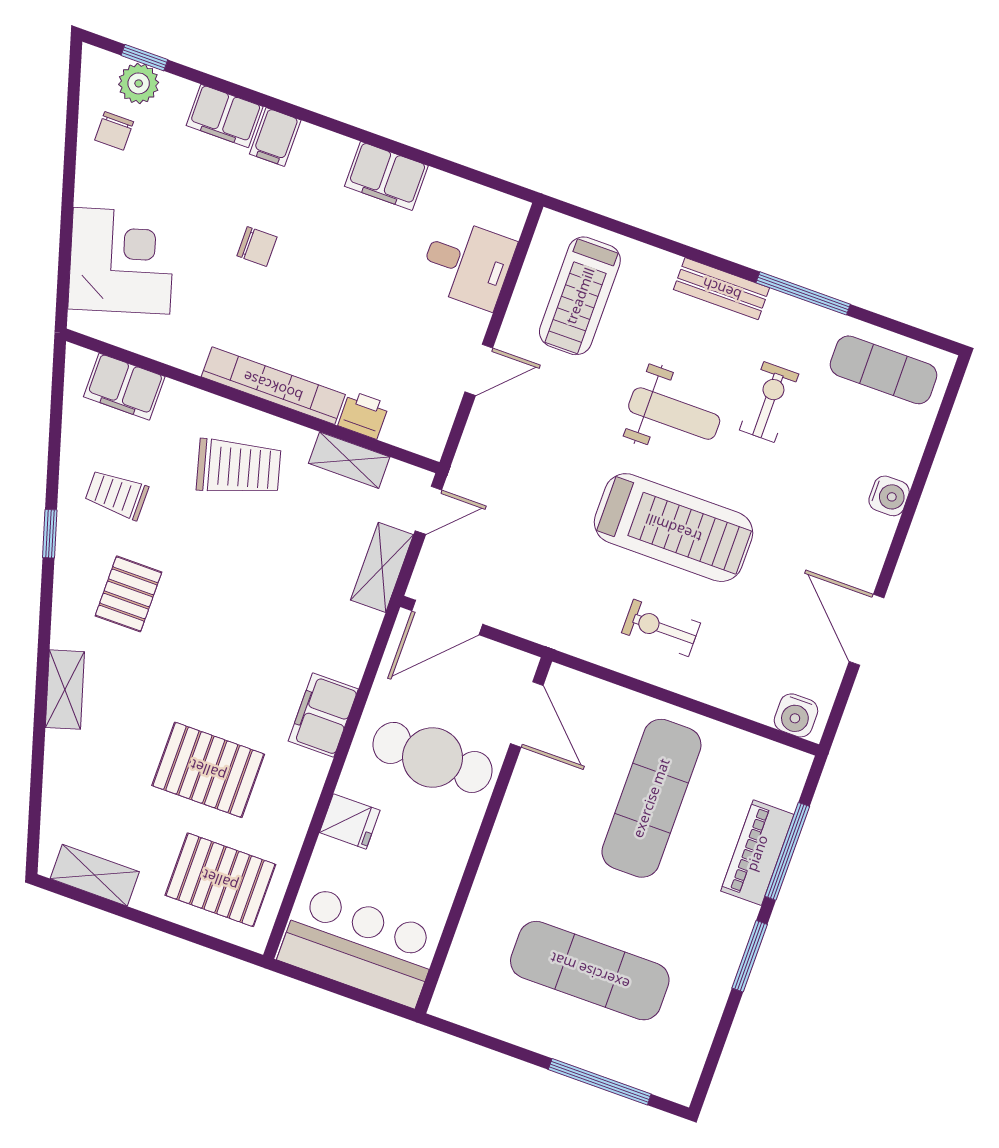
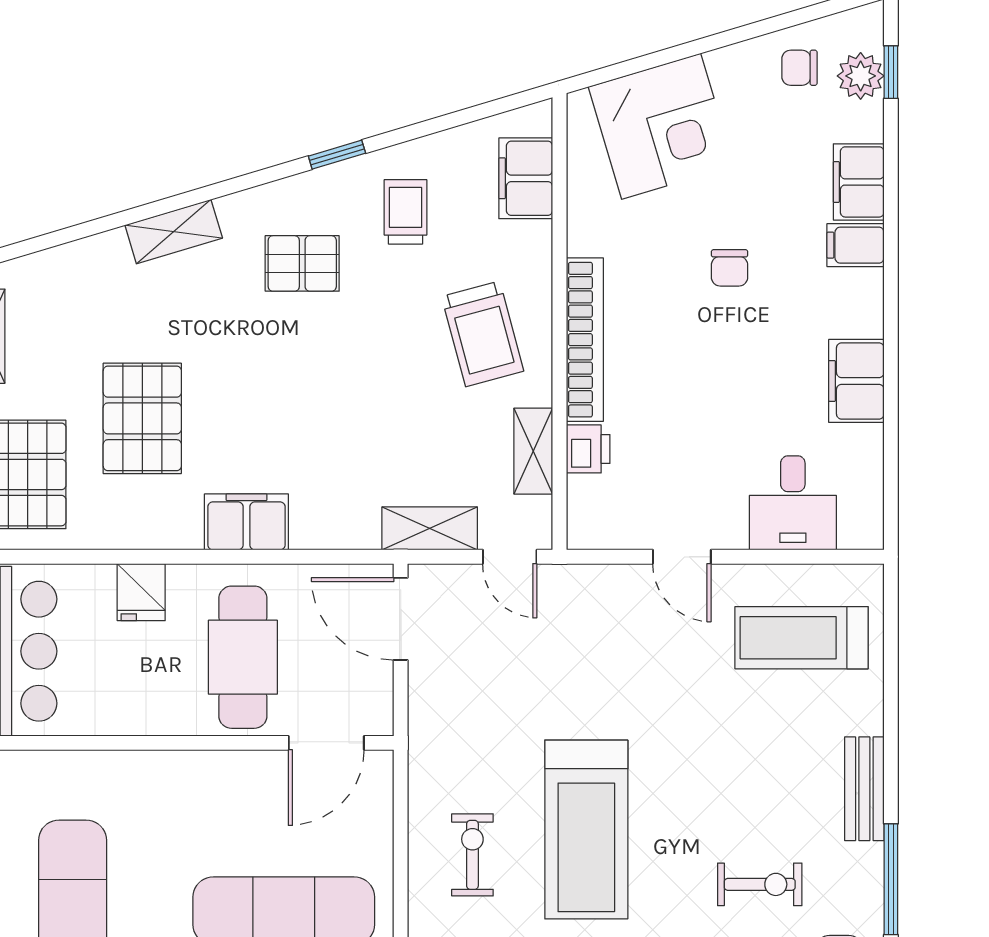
weight bench: (674, 414) -> (710, 786), removed

